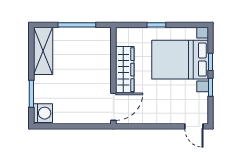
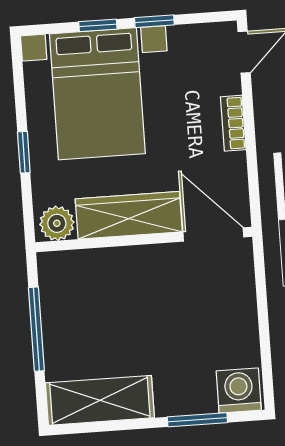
plant: (123, 37) -> (57, 223), added
bookcase: (163, 119) -> (233, 123), added

